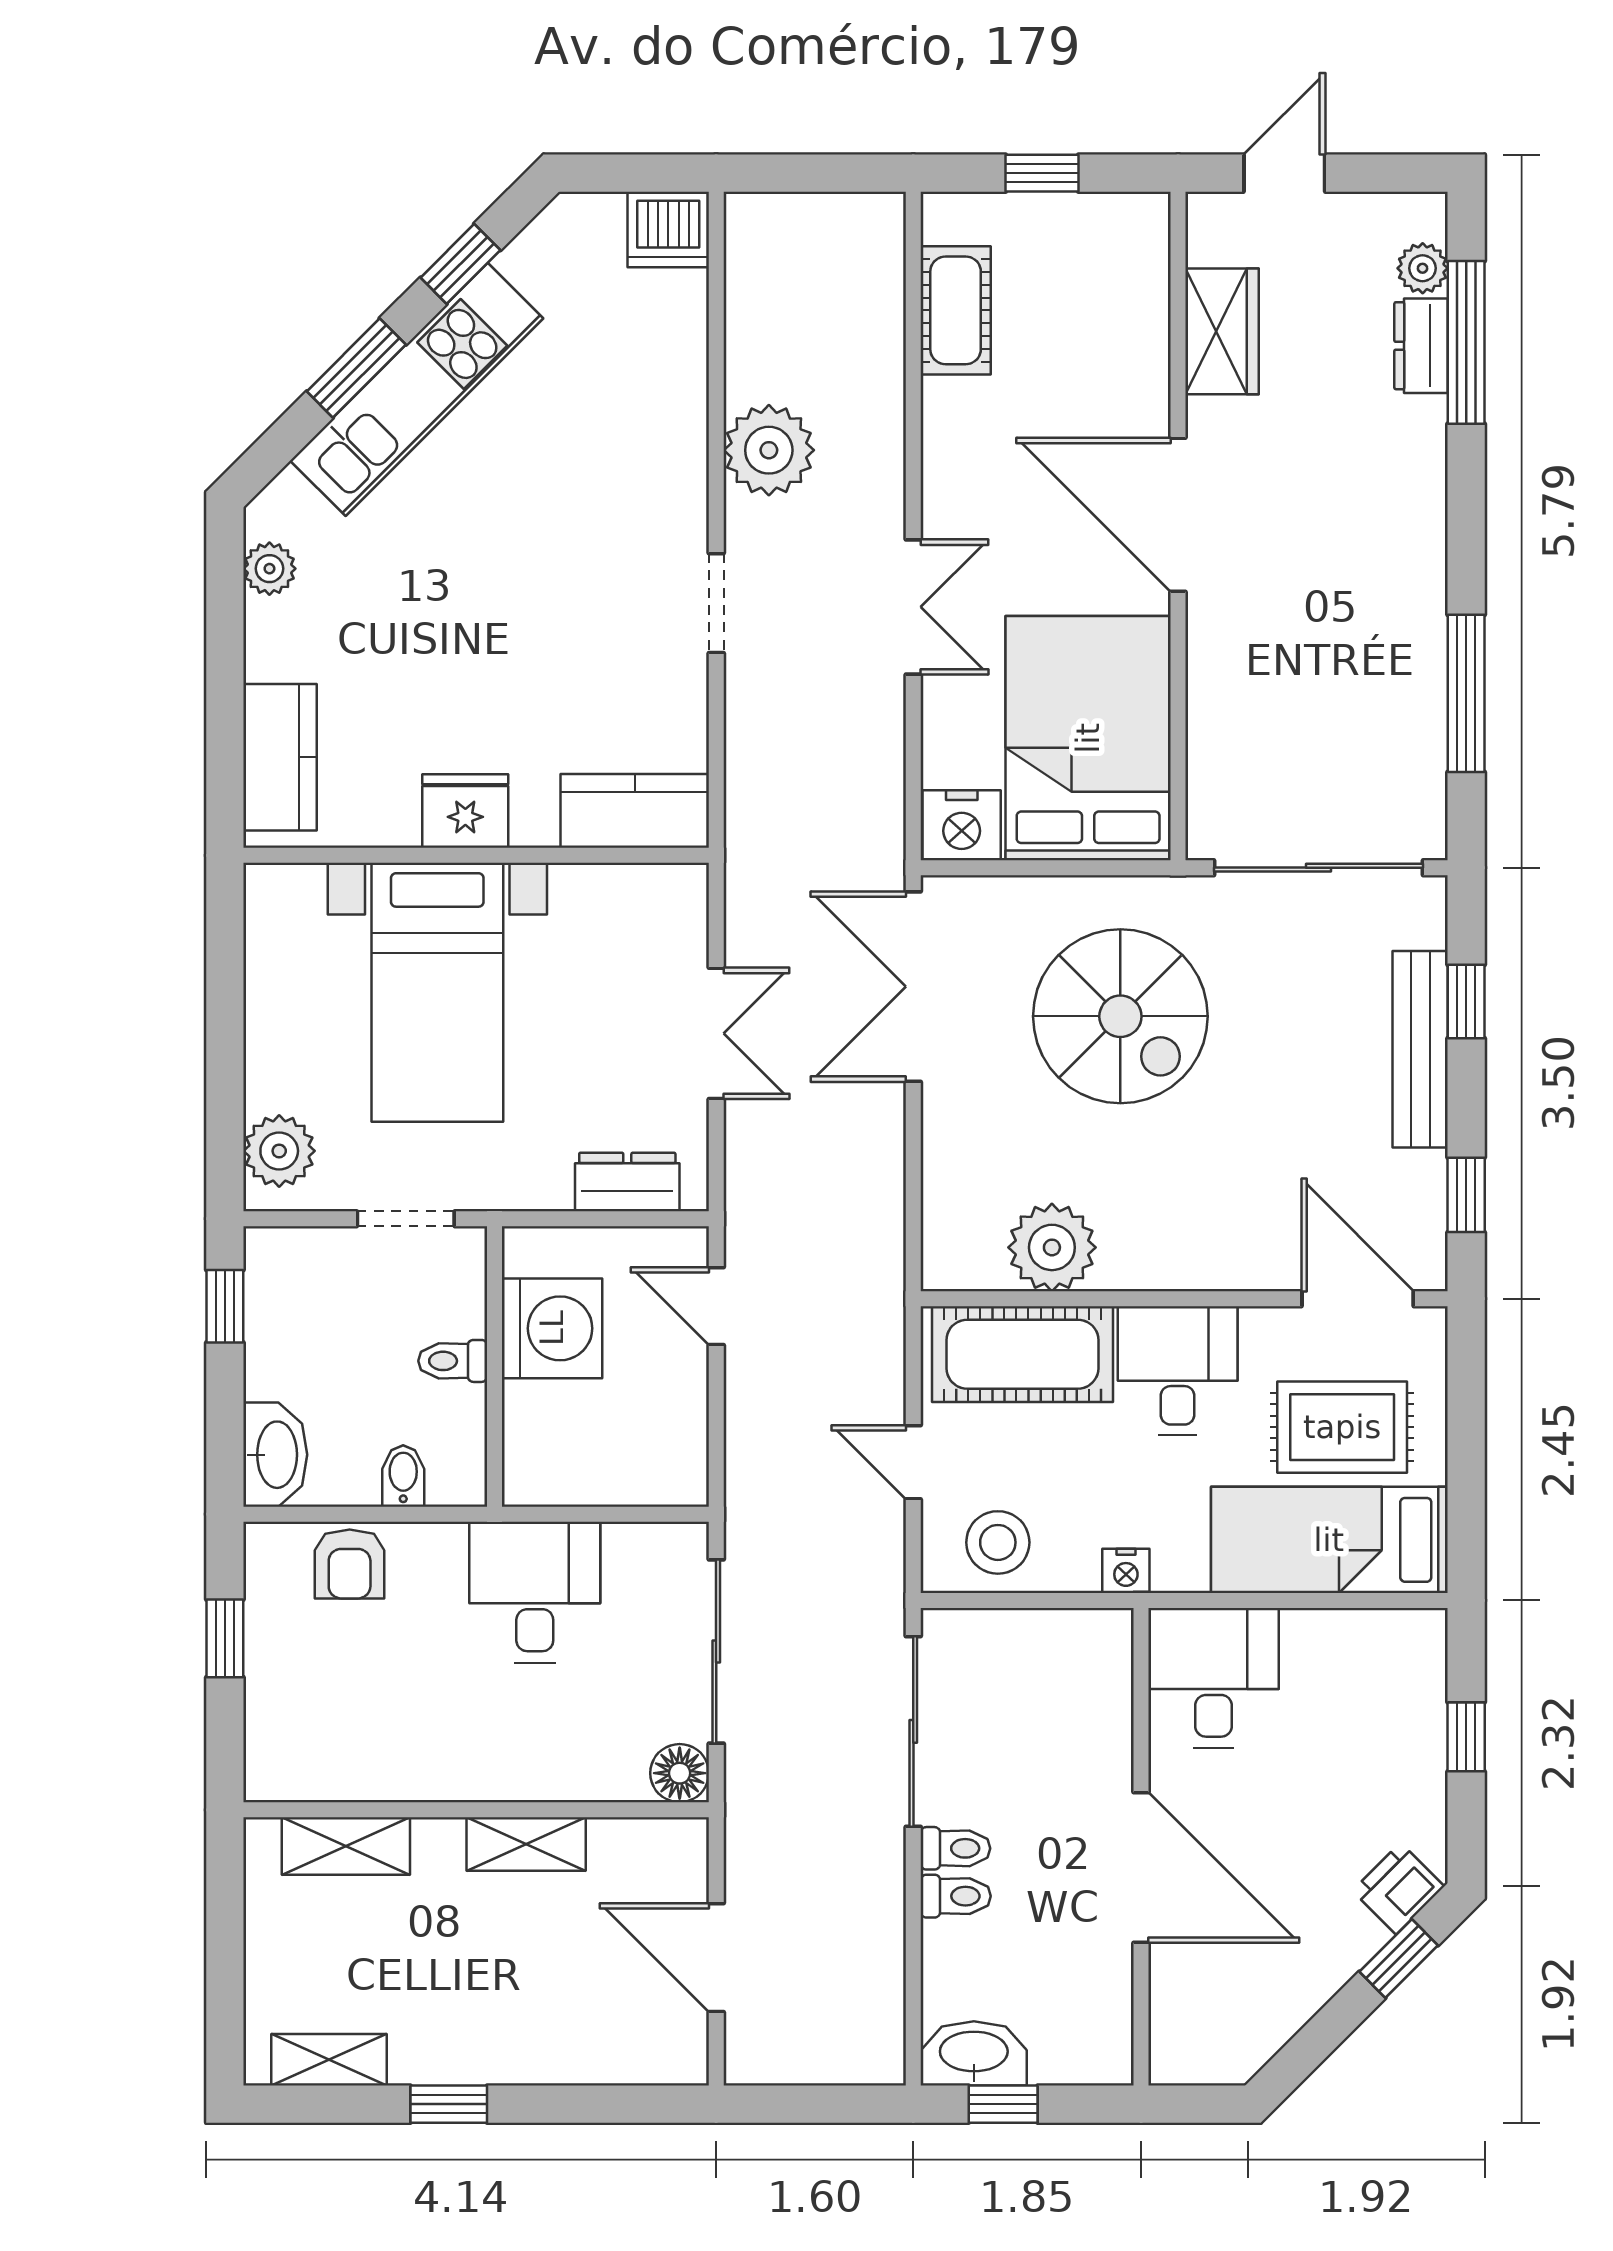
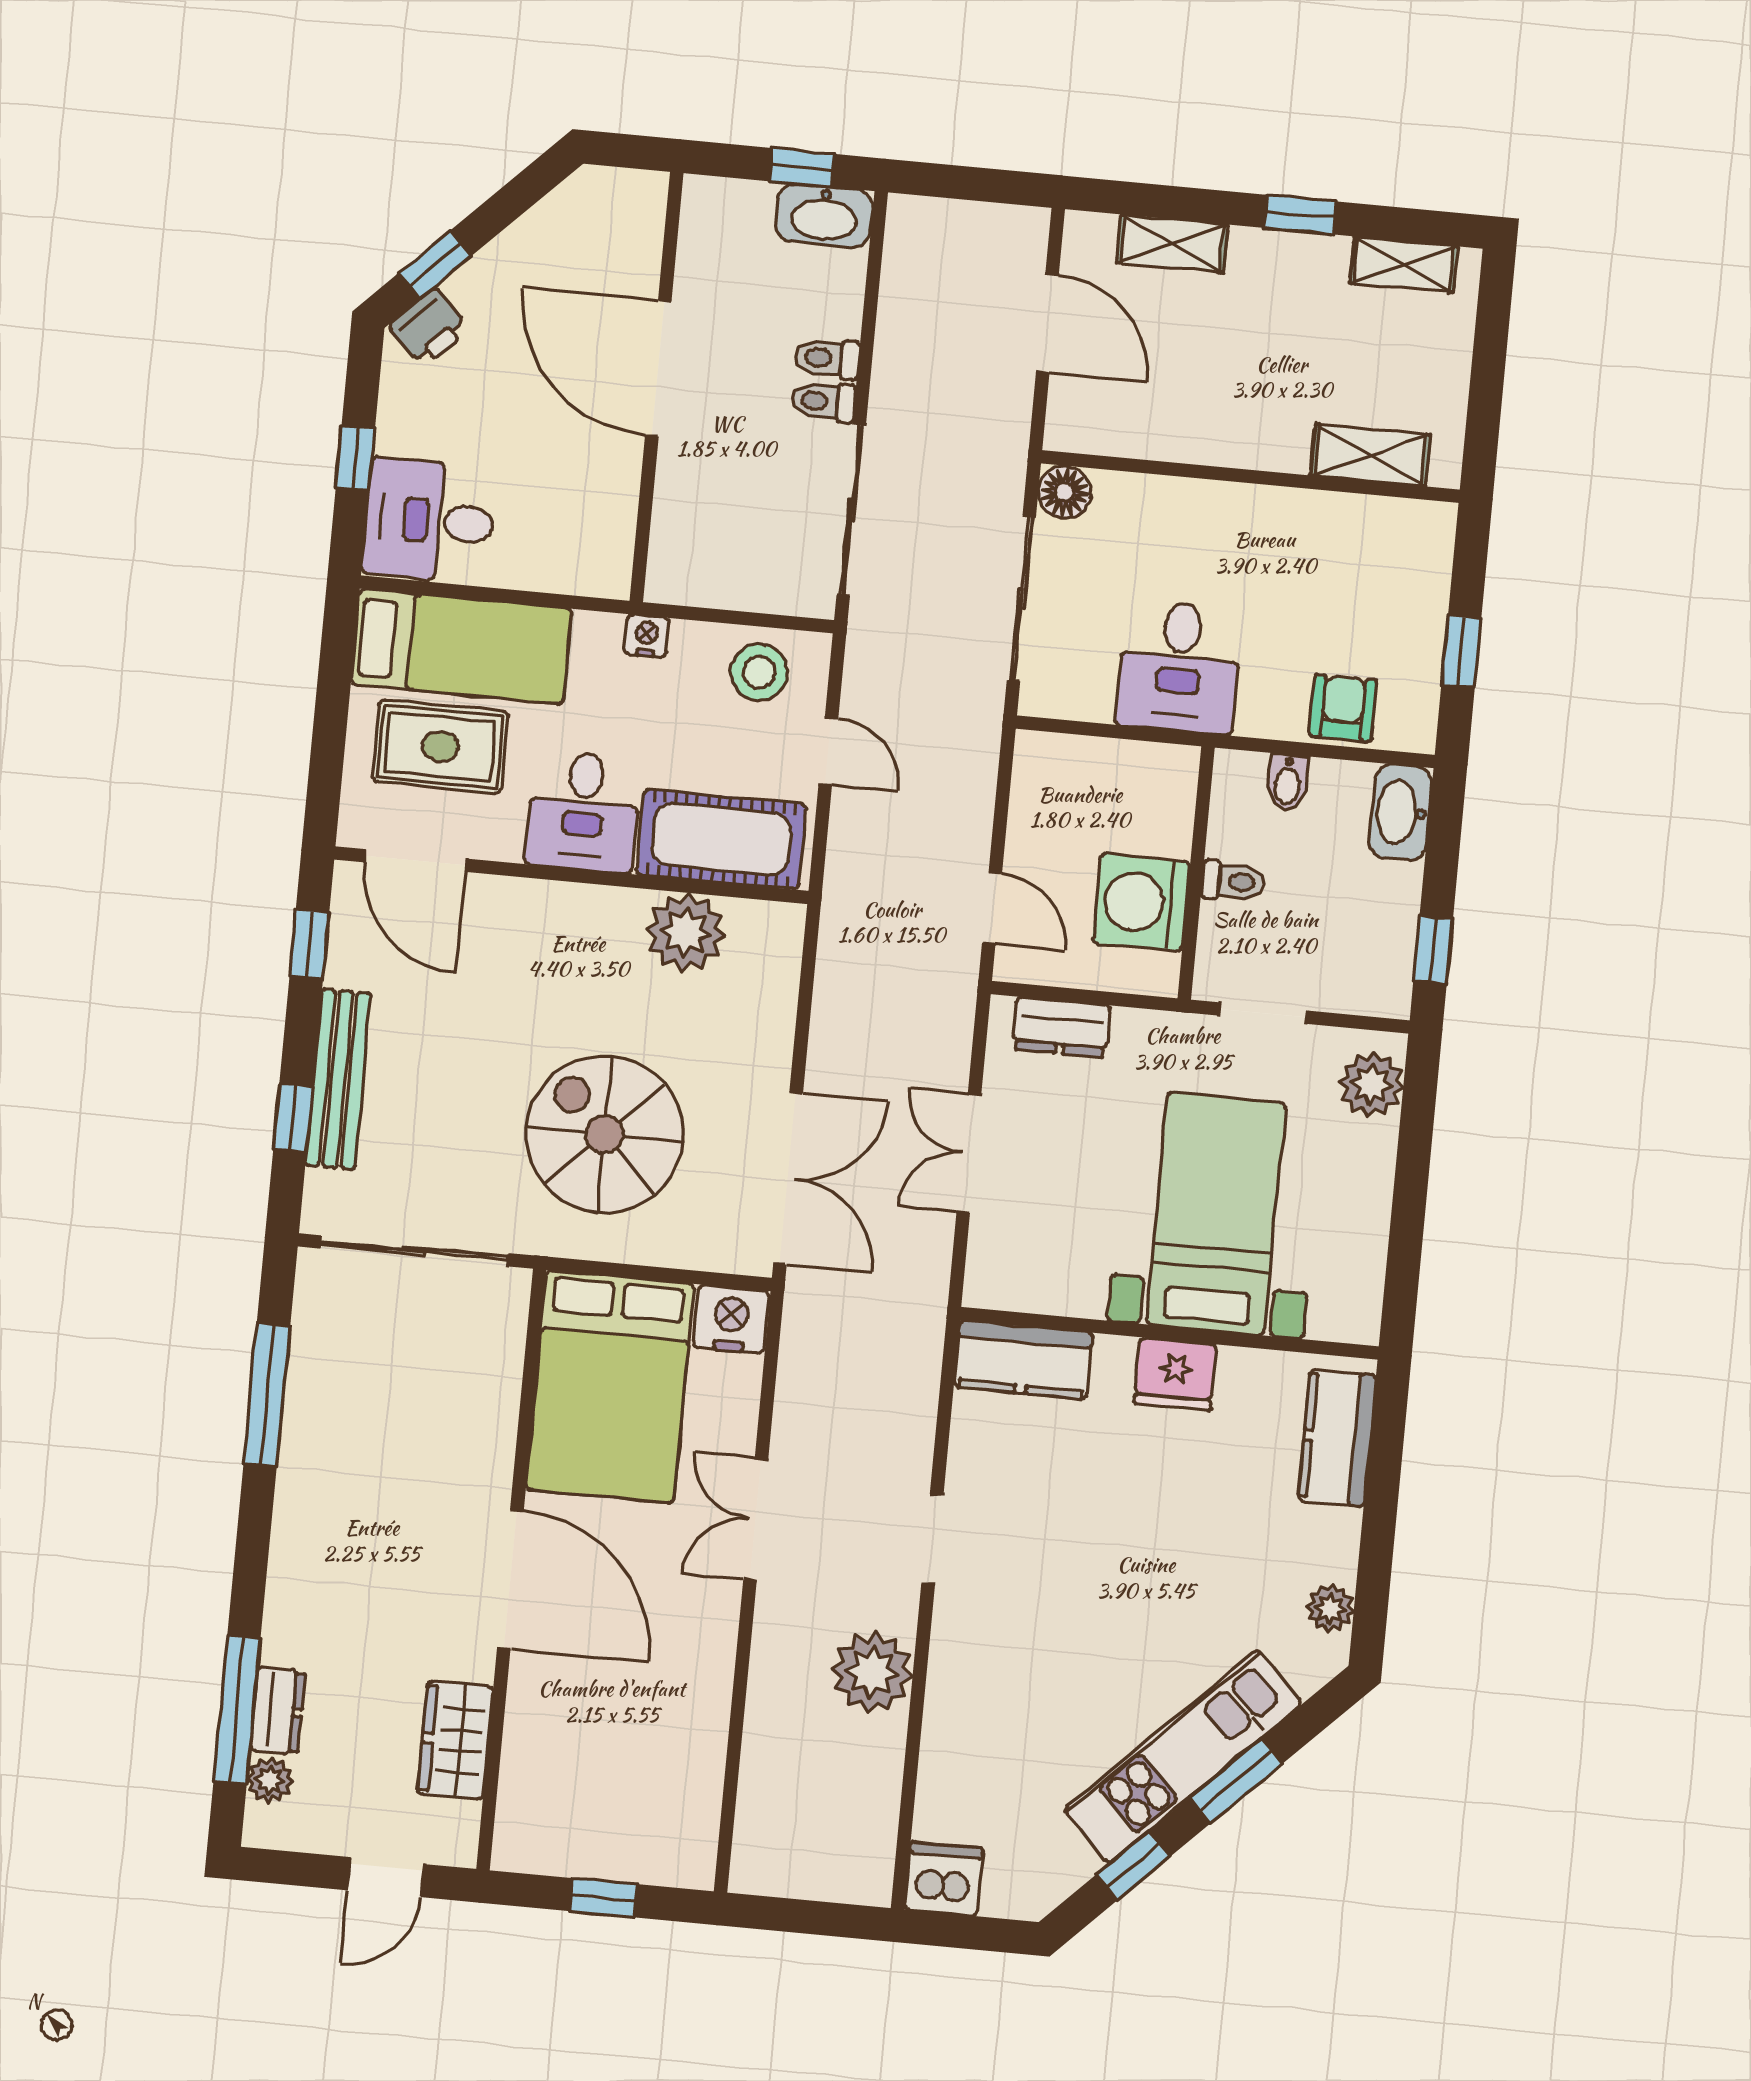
cot: (956, 310) -> (693, 1782), removed
desk: (1214, 1678) -> (430, 521), moved, turned 90
shelving: (526, 1844) -> (1172, 244), moved

